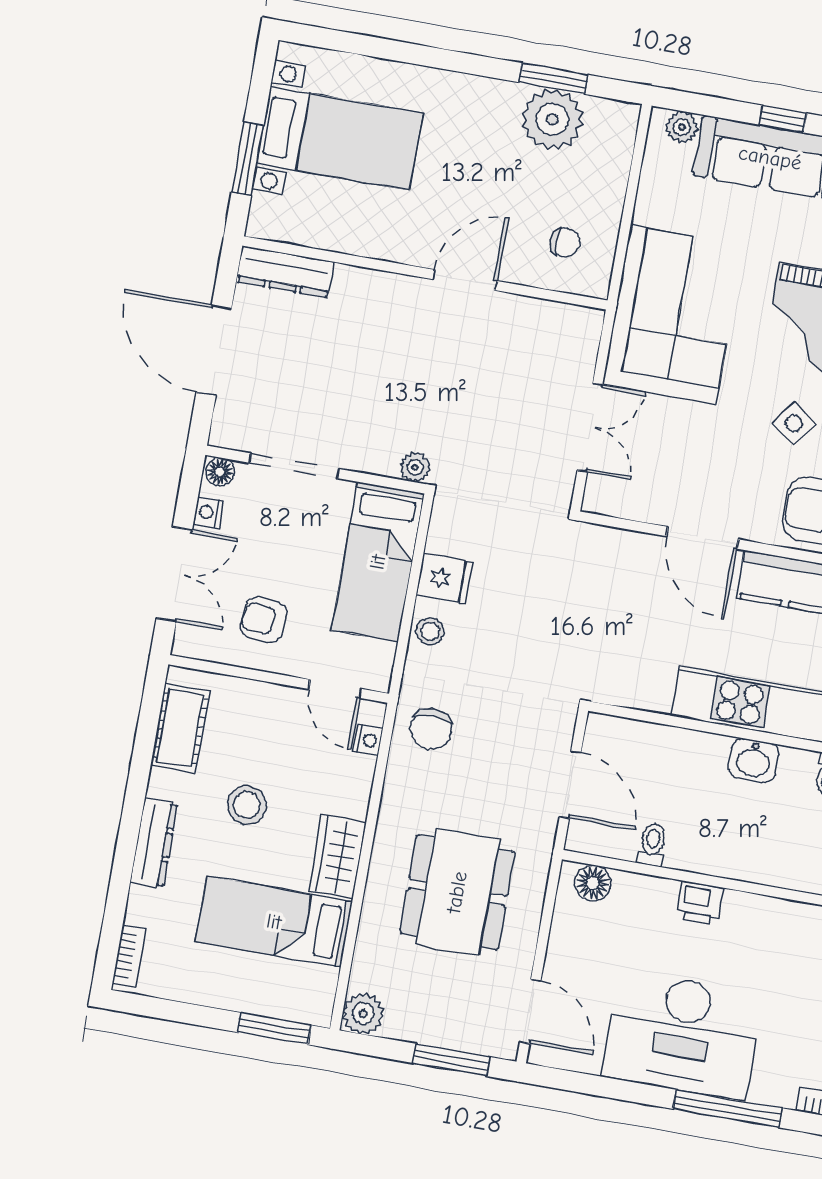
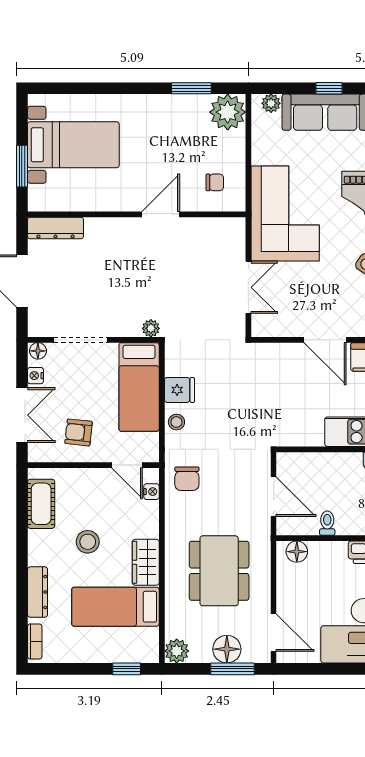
plant: (552, 119) -> (228, 112), moved
dresser: (154, 843) -> (38, 592), moved
floor lamp: (447, 1025) -> (227, 649), added
window: (274, 1029) -> (127, 669), width x0.67

